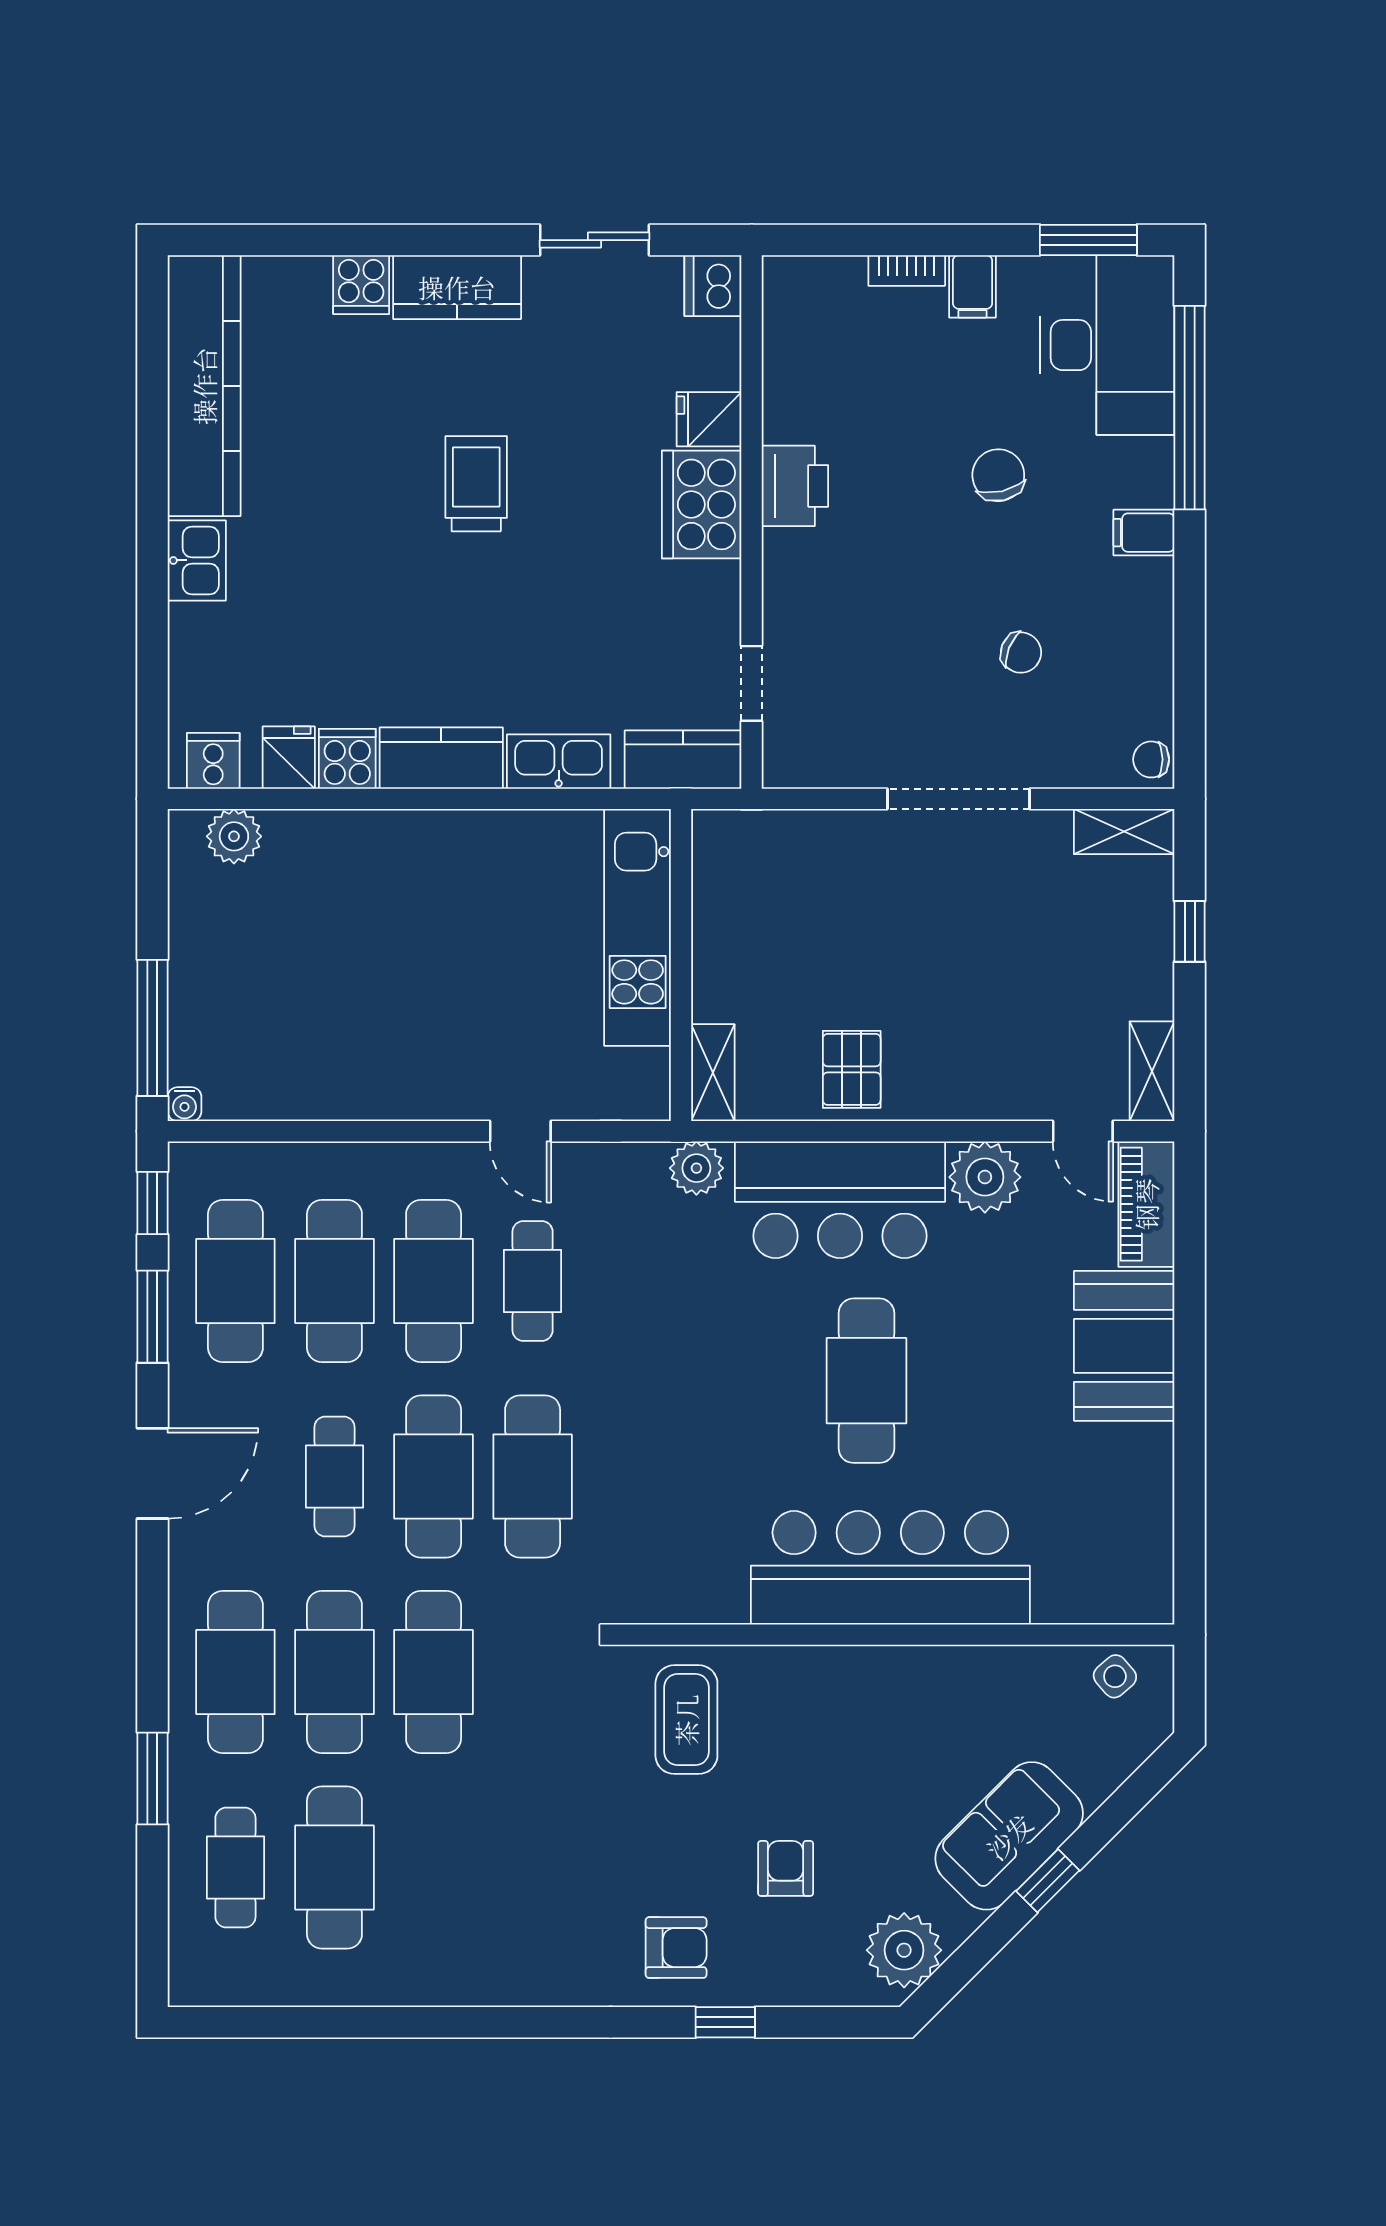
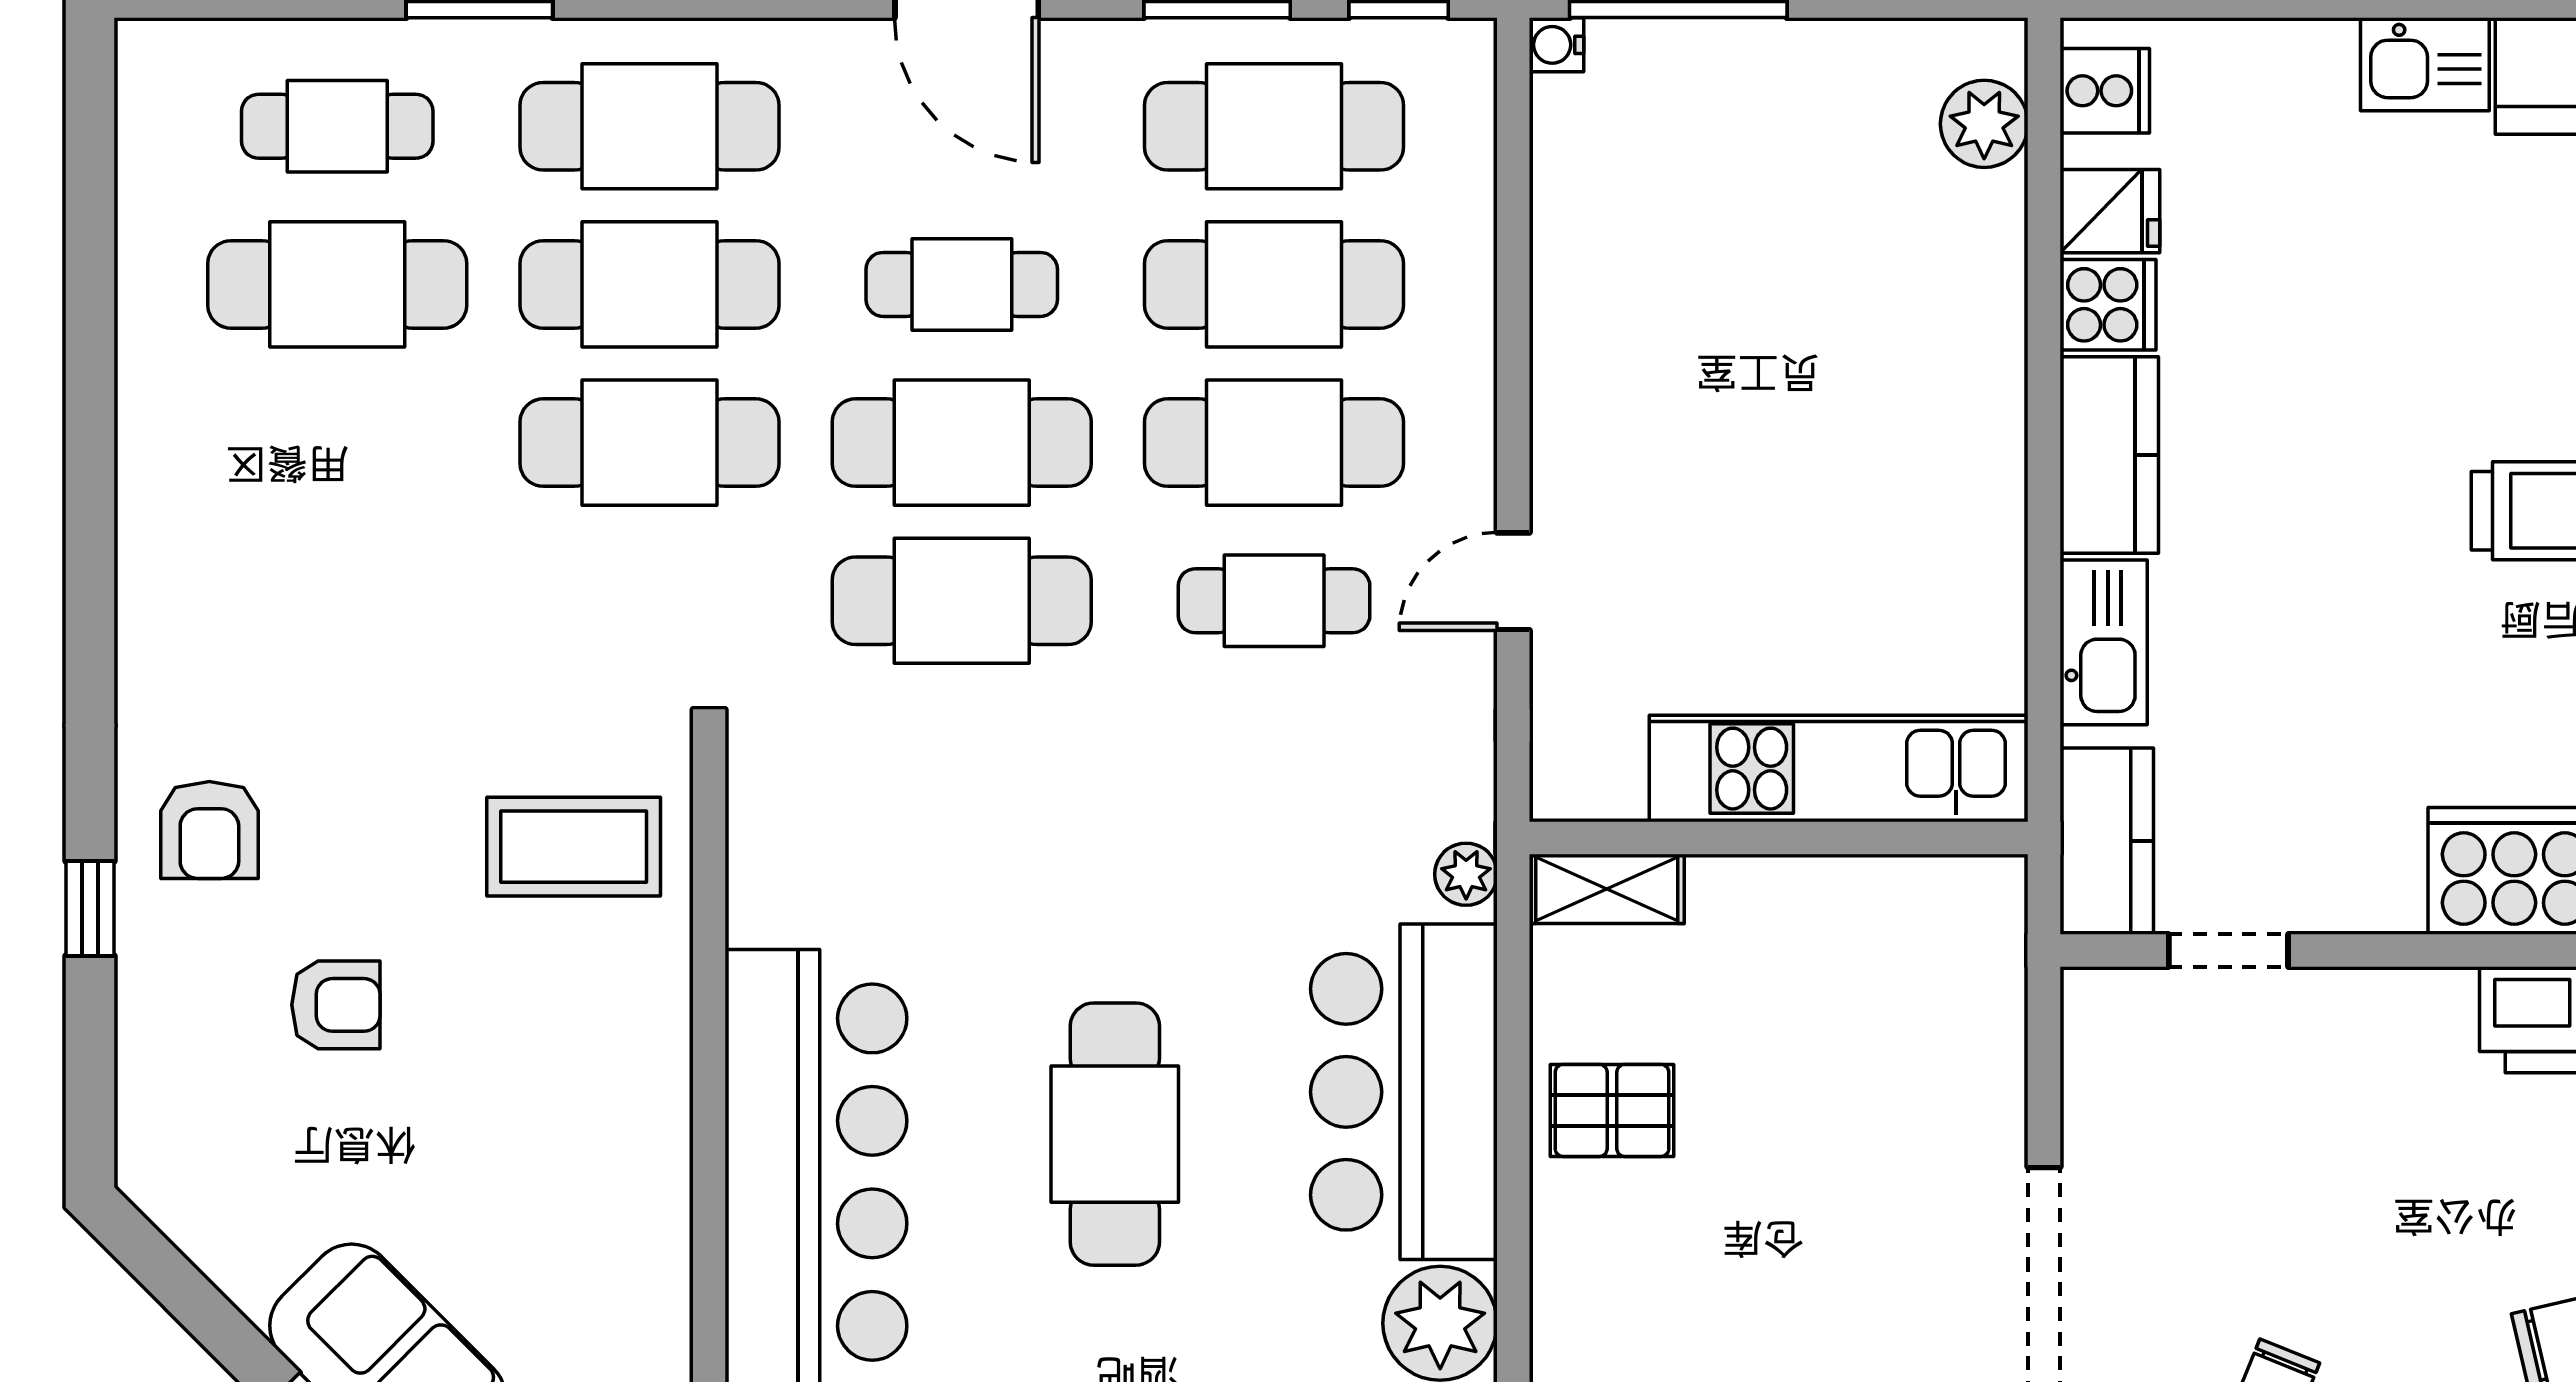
plant: (696, 1168) -> (1466, 874), width x0.73, depth x0.73
cafe table: (866, 1381) -> (1115, 1134), turned 90
plant: (904, 1950) -> (205, 1194), removed

